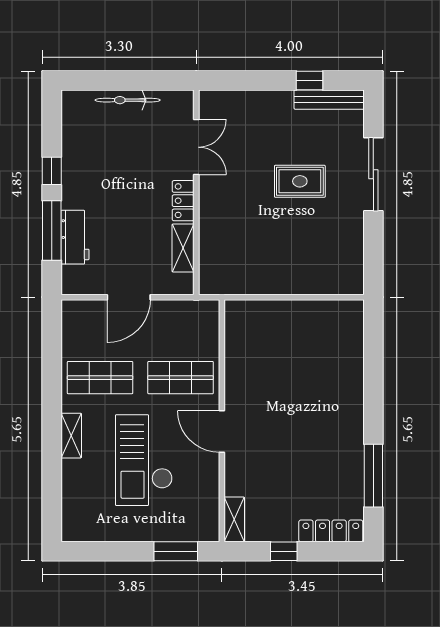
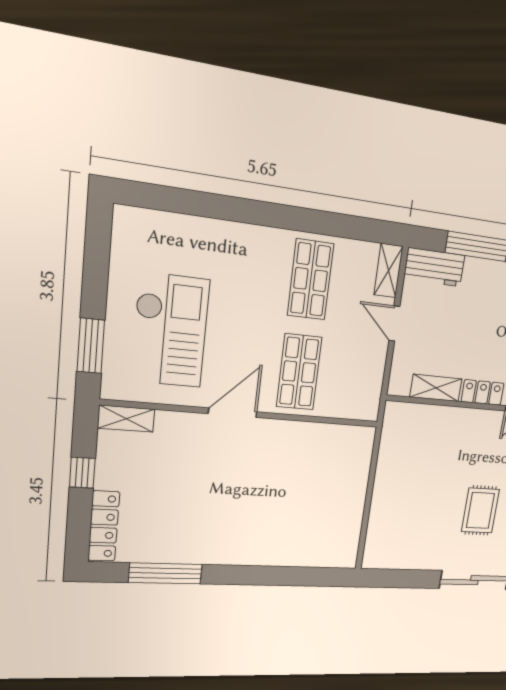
workbench: (75, 237) -> (434, 267), moved
door: (129, 297) -> (394, 324), width x0.73
shelving: (71, 436) -> (388, 271), moved, turned 90
checkout: (144, 460) -> (170, 330), moved, turned 90

